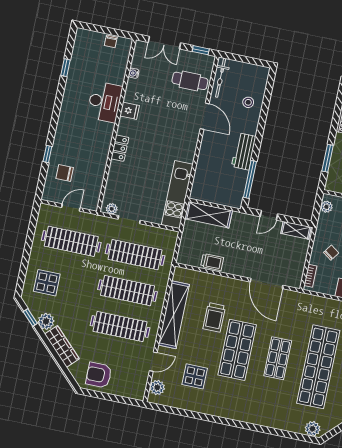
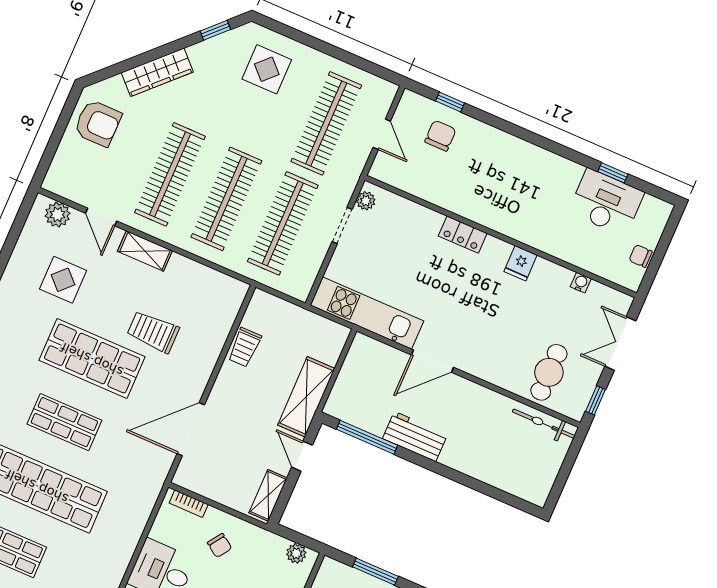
desk: (105, 102) -> (606, 202), moved, turned 180
stool: (248, 102) -> (494, 461), removed
door: (205, 116) -> (433, 361), moved
window: (47, 154) -> (450, 102), moved
shelving: (209, 215) -> (306, 397), moved
shelving: (174, 315) -> (145, 251), width x0.45, depth x0.75
plant: (46, 321) -> (204, 55), removed
armchair: (99, 375) -> (98, 123), turned 90

